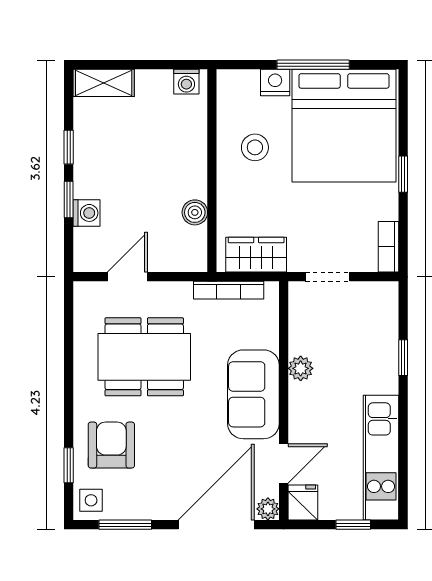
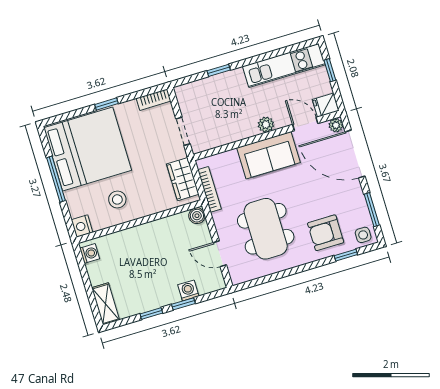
nightstand: (275, 82) -> (82, 226), moved
boiler: (195, 212) -> (197, 216), moved
plant: (301, 368) -> (266, 125), moved

